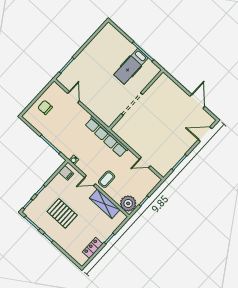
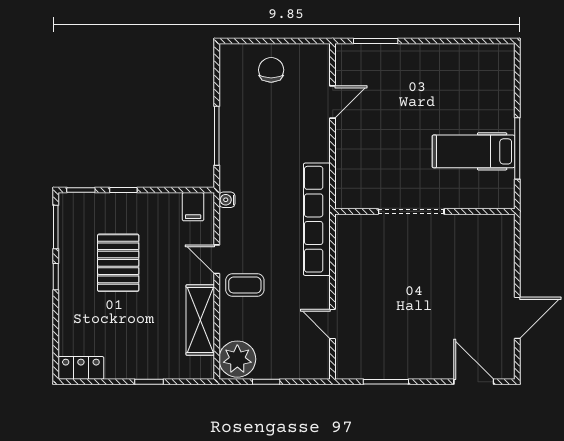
locker: (93, 248) -> (81, 368), moved

